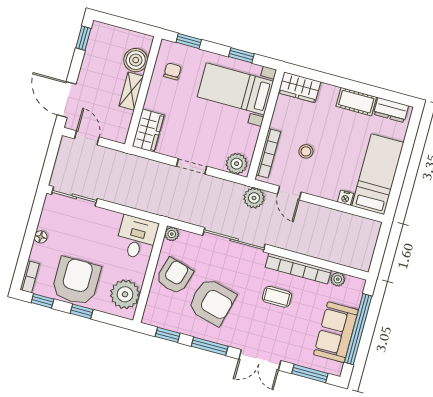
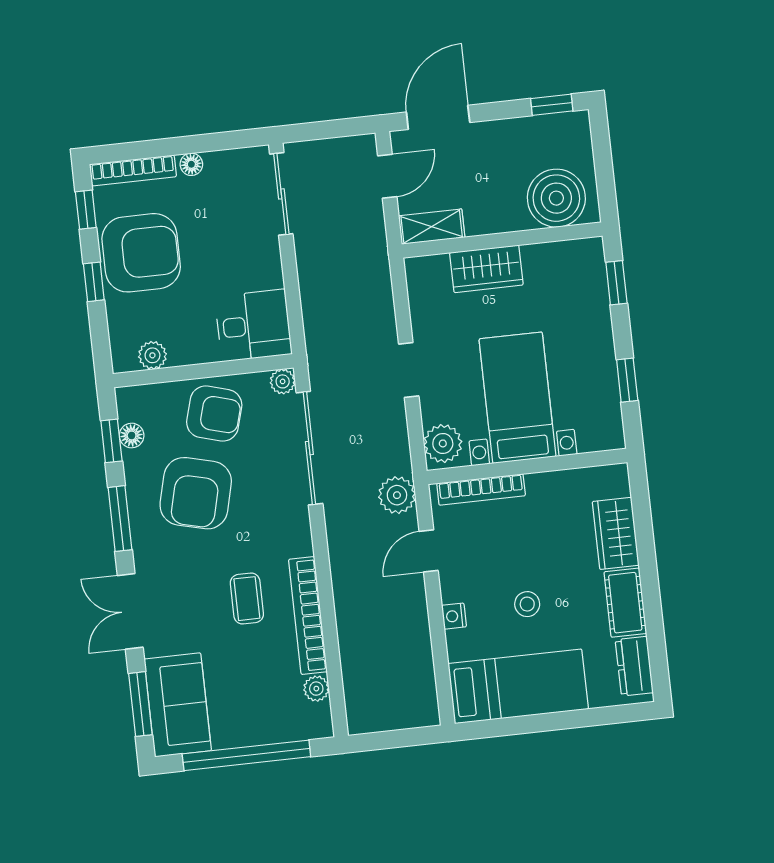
boiler: (136, 60) -> (556, 198), width x1.37, depth x1.37
chair: (172, 71) -> (555, 276), removed
wardrobe: (299, 87) -> (616, 533), moved
bed with nightstands: (235, 89) -> (517, 398), moved
shelving: (131, 91) -> (432, 227), moved
wardrobe: (148, 131) -> (486, 269), moved
stool: (306, 151) -> (527, 604), moved
nightstand: (345, 198) -> (454, 616), moved
sliding door: (234, 240) -> (309, 448), moved
bookcase: (30, 277) -> (133, 170), width x1.56
plant: (125, 294) -> (152, 355), width x0.53, depth x0.53
floor lamp: (169, 323) -> (132, 436), added
sofa: (336, 332) -> (178, 705), moved, turned 90

